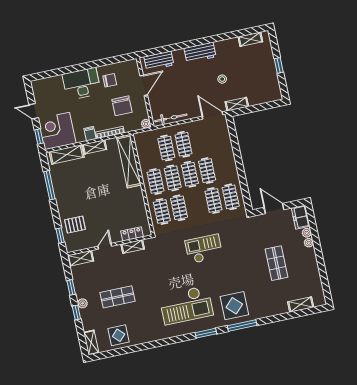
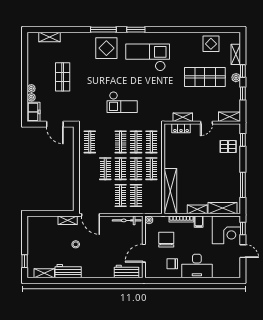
workbench: (200, 53) -> (68, 271), moved
window: (279, 65) -> (25, 261), moved
clothes rail: (213, 201) -> (121, 142), moved
shop shelf: (117, 297) -> (205, 77), width x1.43, depth x1.36
shelving: (91, 343) -> (236, 54), moved

